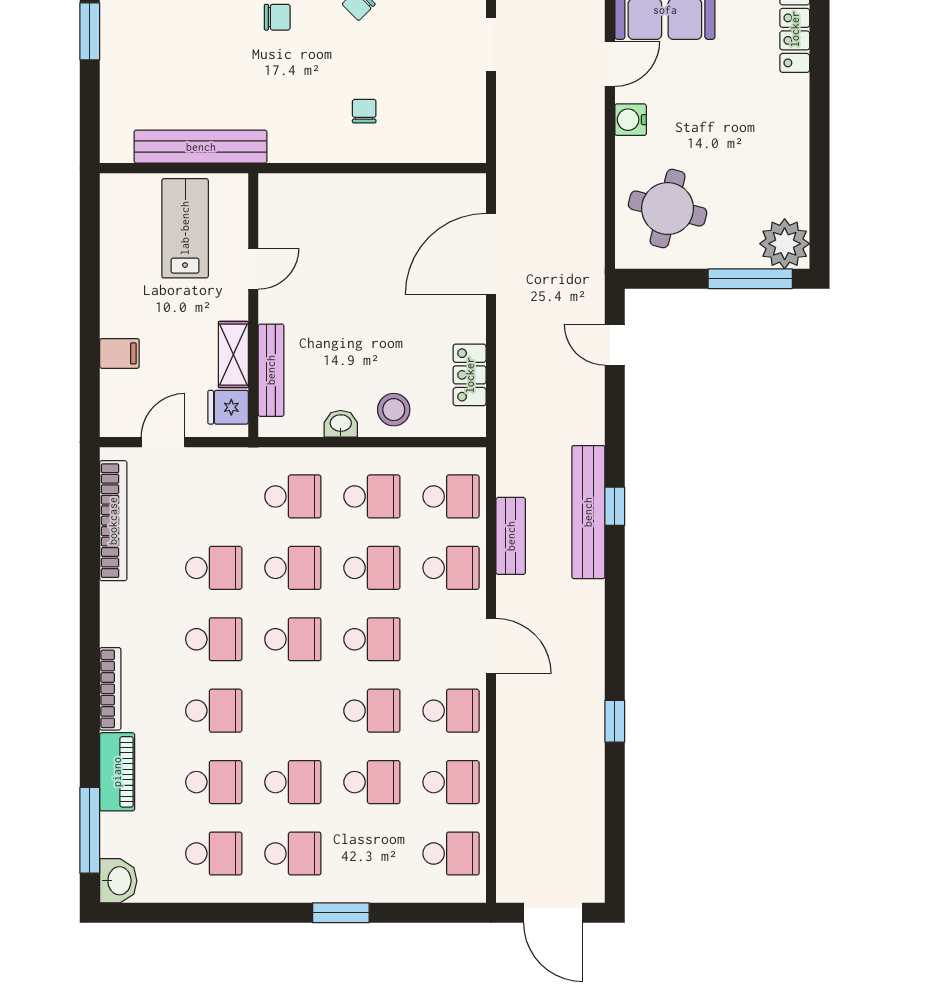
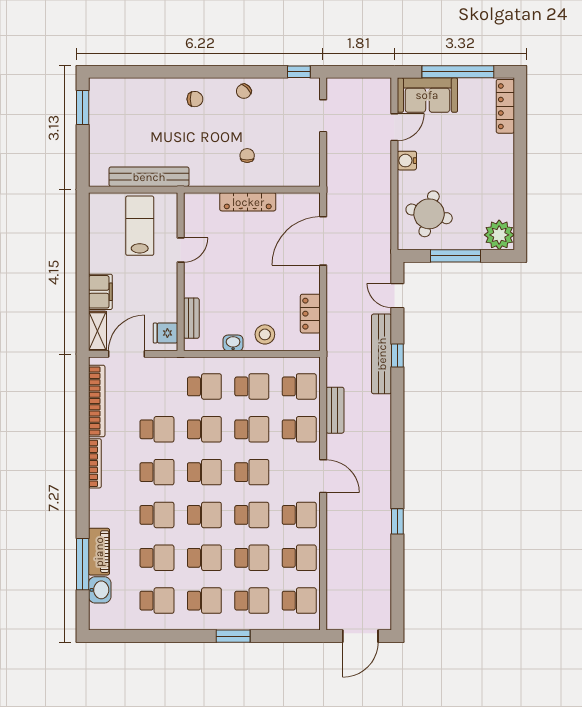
locker: (365, 188) -> (248, 202), added
window: (750, 279) -> (455, 256), moved
filing cabinet: (119, 353) -> (100, 292), width x2.00
shelving: (233, 355) -> (97, 331), moved
bench: (271, 370) -> (191, 318), width x0.73
door: (163, 442) -> (127, 354), width x1.38
window: (615, 506) -> (397, 356), moved
bench: (588, 512) -> (382, 354), moved
bookcase: (110, 689) -> (95, 463), moved
school desk: (293, 711) -> (204, 515), added
window: (90, 830) -> (83, 564), moved
school desk: (372, 854) -> (252, 601), added
washbasin: (118, 881) -> (100, 590), moved
door: (553, 913) -> (360, 636), hinge flipped

